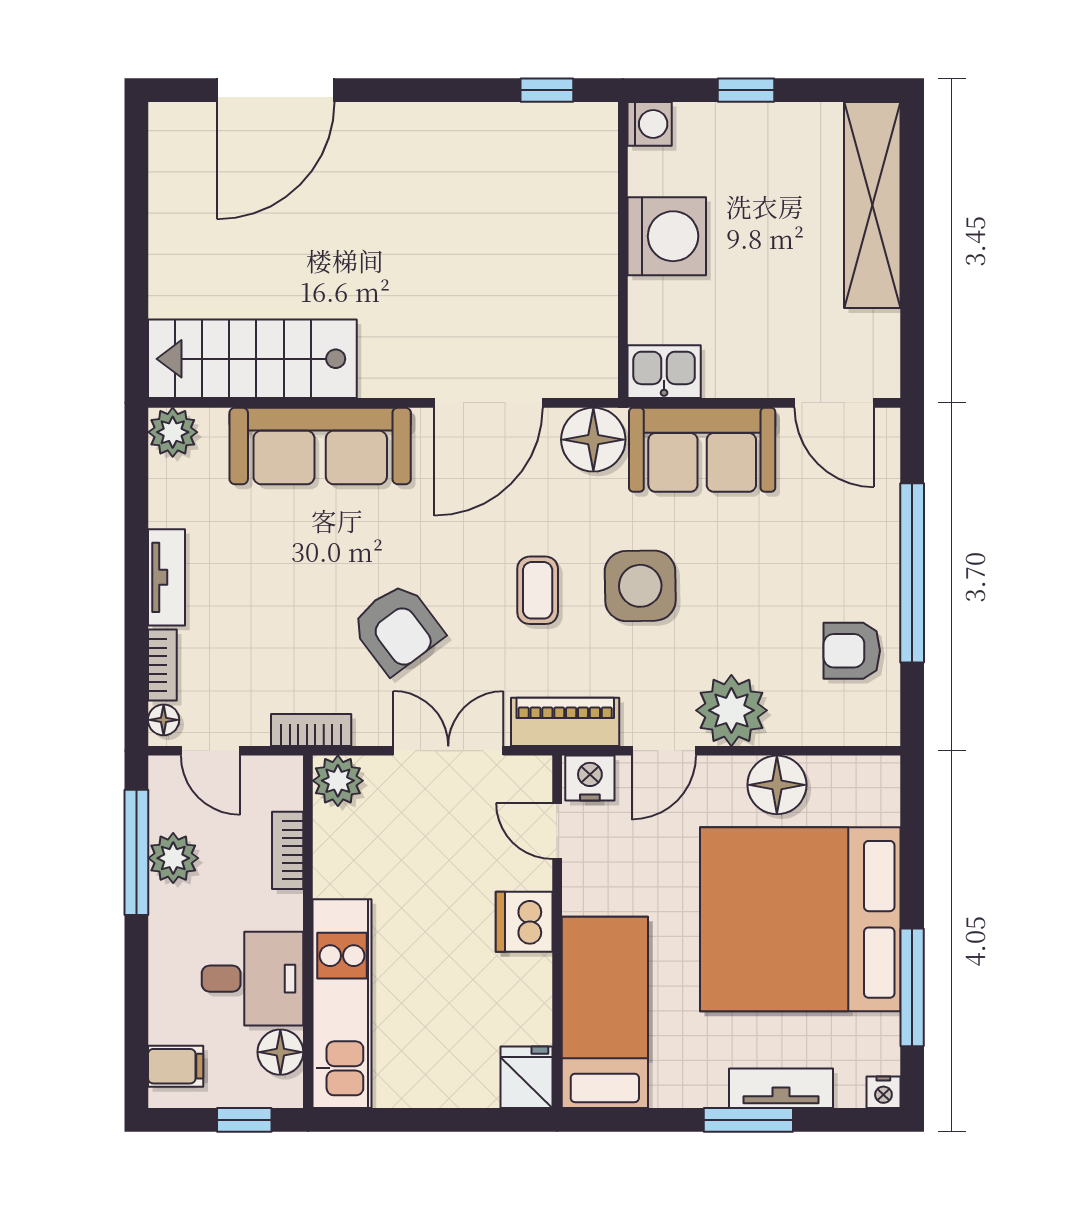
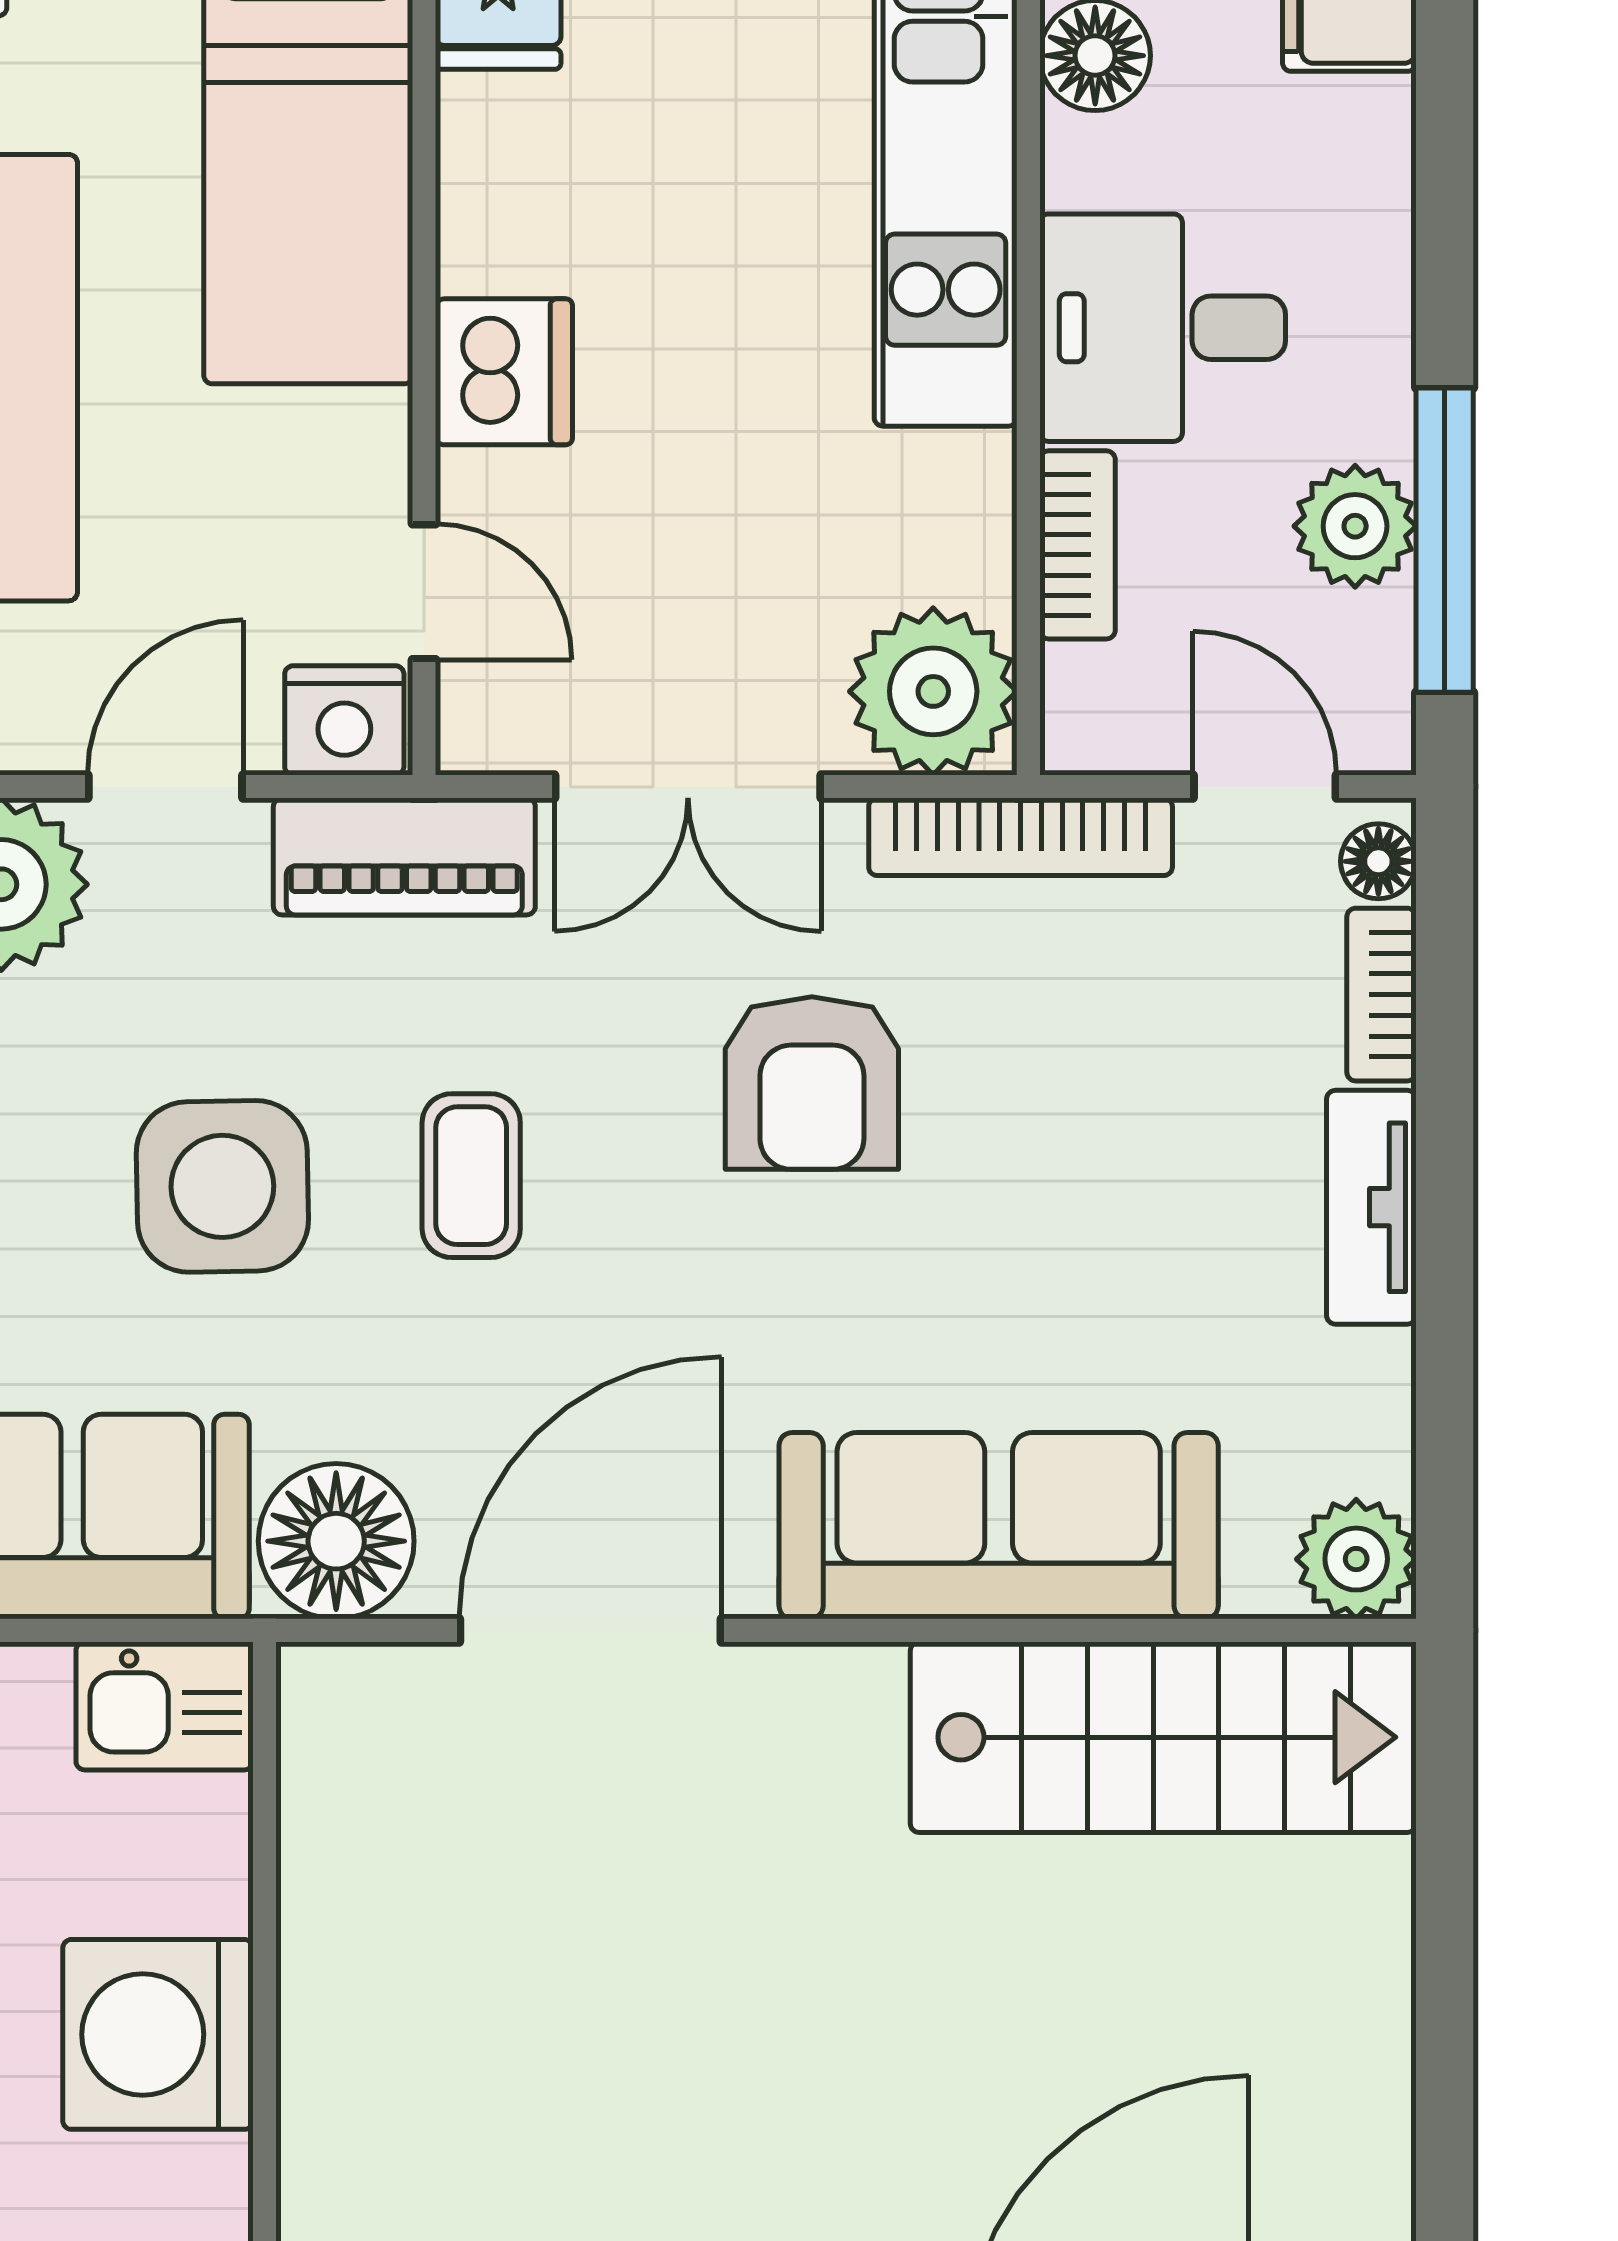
armchair: (397, 629) -> (812, 1083), turned -143
bookcase: (311, 730) -> (1021, 837), width x1.56
plant: (338, 781) -> (933, 691), width x1.36, depth x1.36
desk: (253, 979) -> (1163, 328), moved

